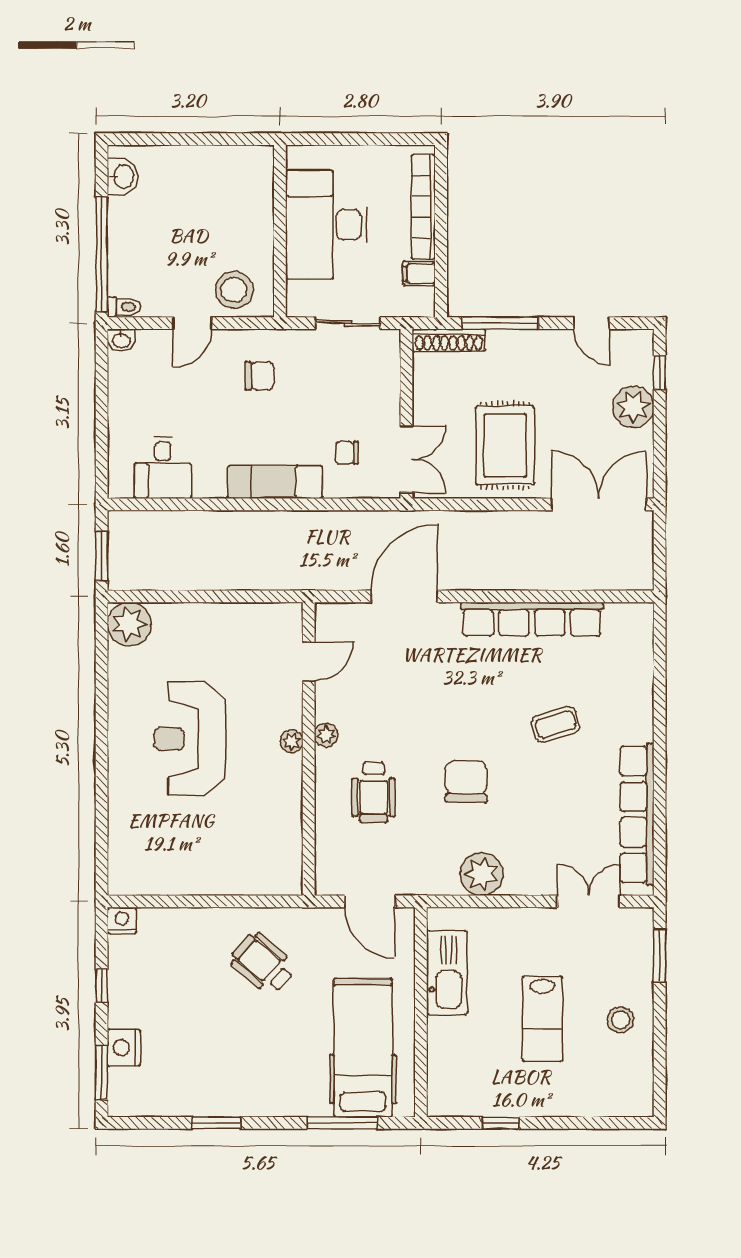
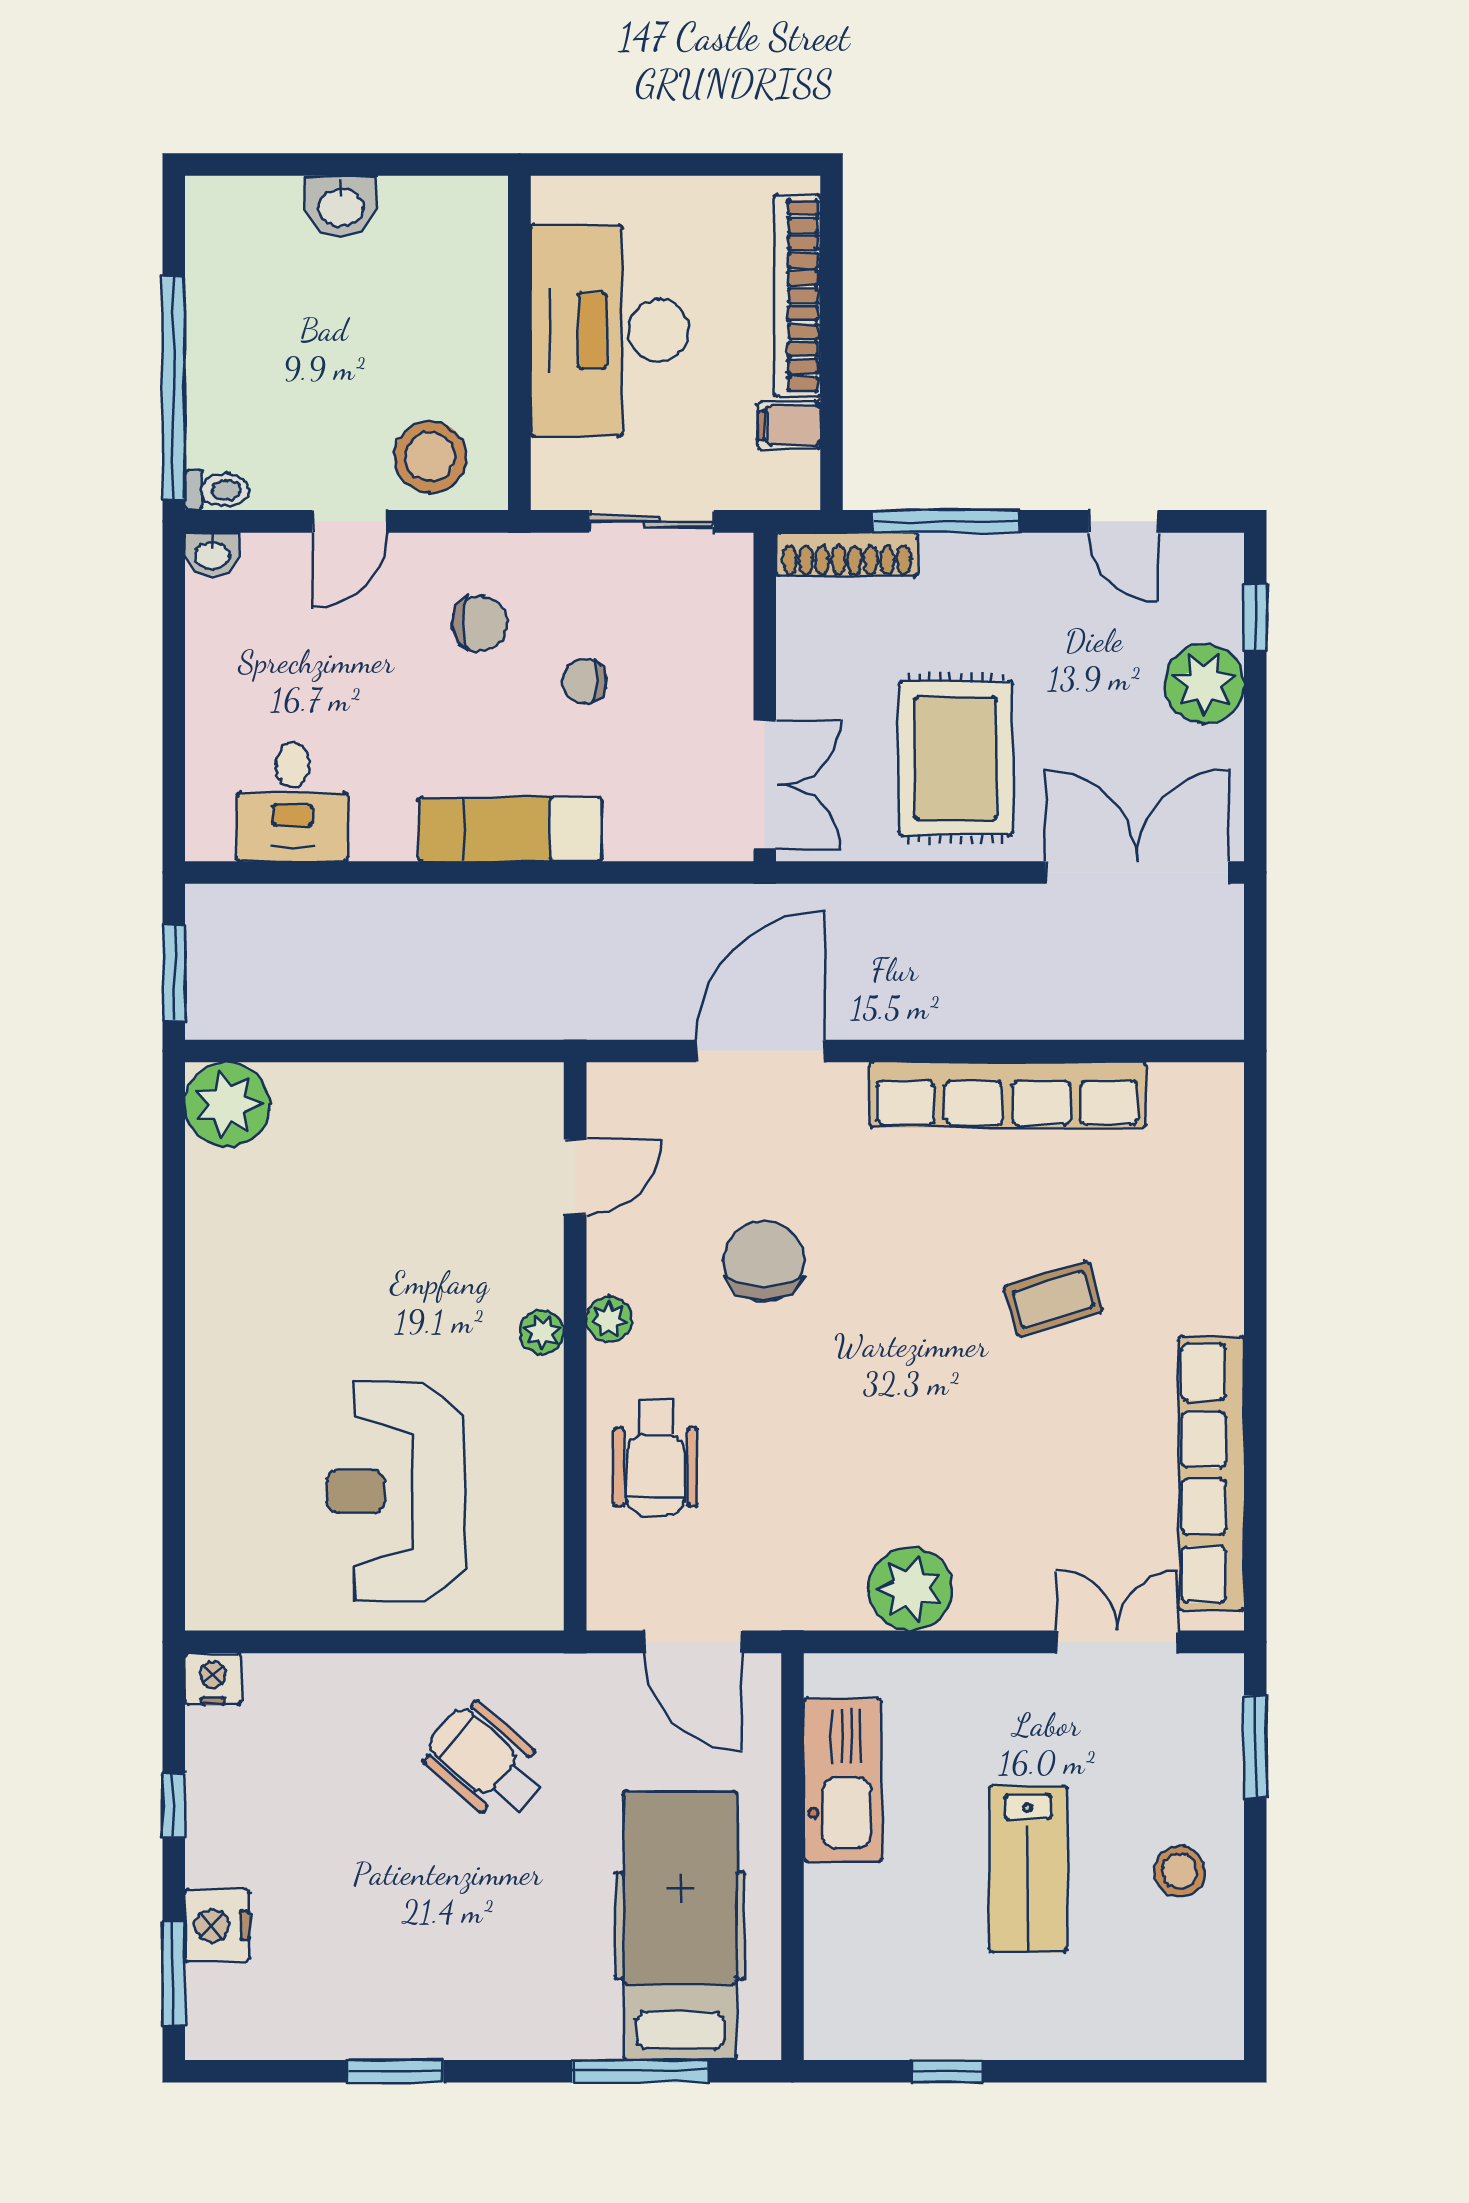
washbasin: (123, 176) -> (341, 206), moved, turned 90
chair: (347, 453) -> (584, 681), moved
reception desk: (190, 739) -> (396, 1491), moved
chair: (466, 782) -> (764, 1261), moved
wheelchair: (373, 793) -> (656, 1458), moved

